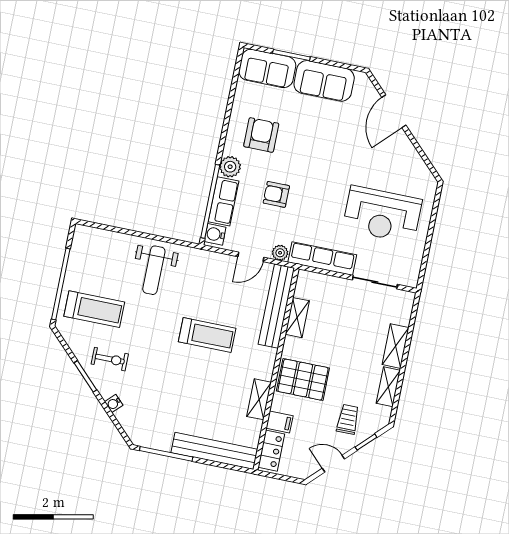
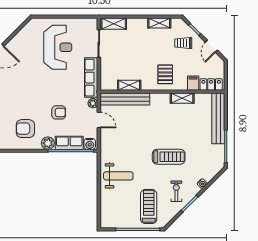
armchair: (276, 194) -> (59, 112), turned -90
treadmill: (207, 335) -> (169, 157), moved, turned 90
shelving: (395, 346) -> (114, 24), moved
pallet: (303, 380) -> (165, 74), width x0.67, depth x0.71

